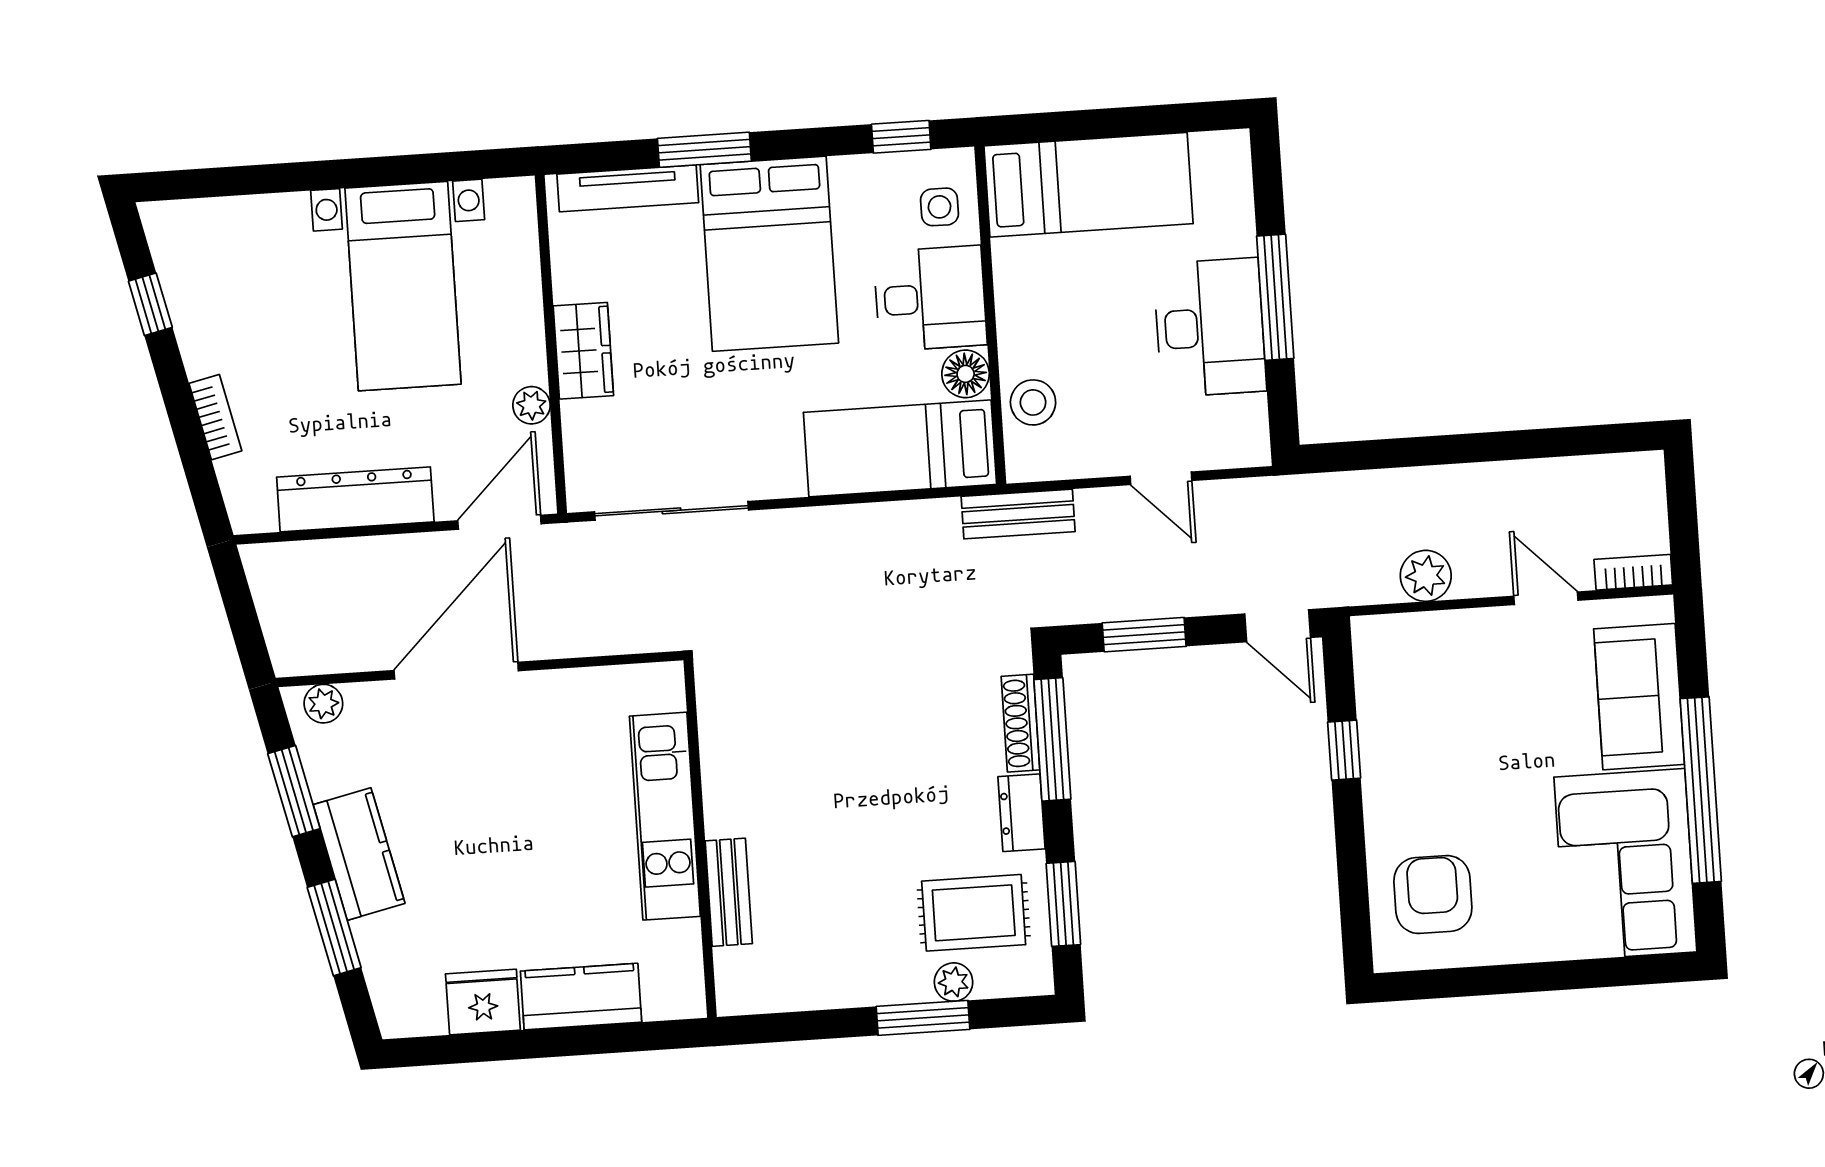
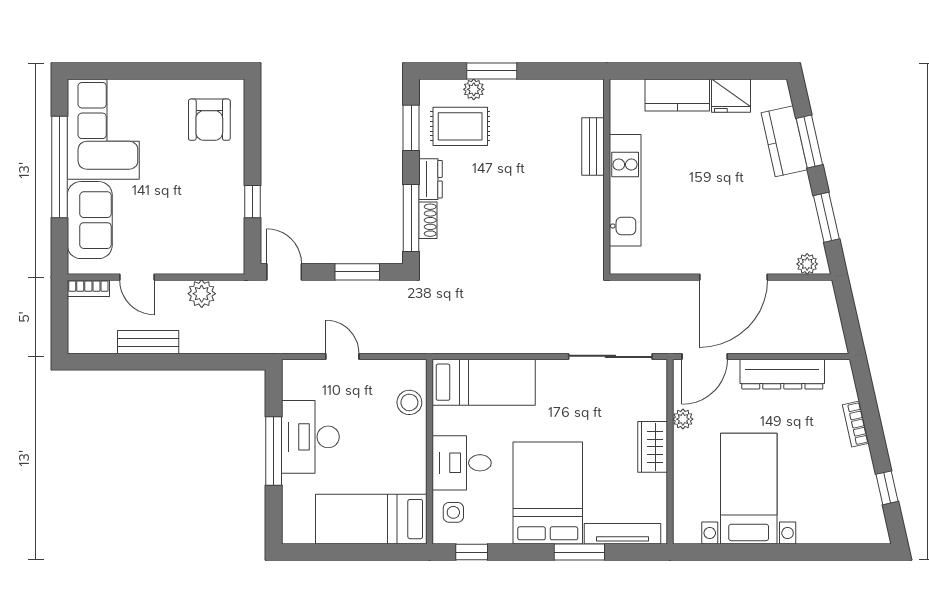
floor lamp: (966, 374) -> (445, 420), removed
bench: (1018, 514) -> (148, 342), moved
shoe rack: (1020, 723) -> (428, 220), width x0.70
kitchen counter: (359, 854) -> (784, 141), moved

